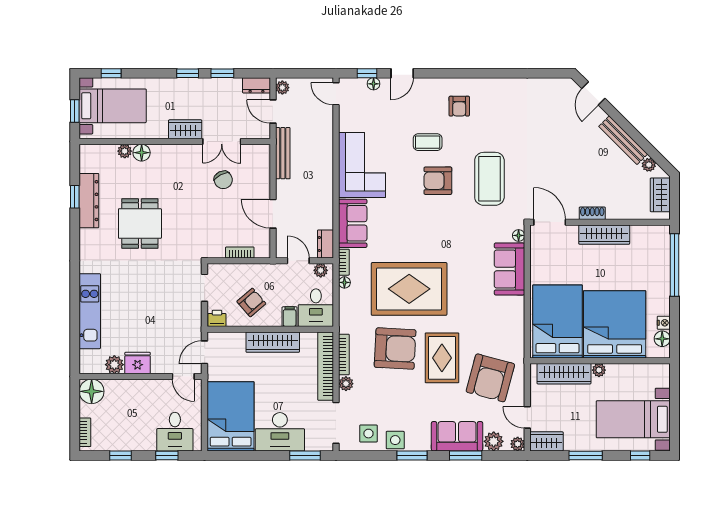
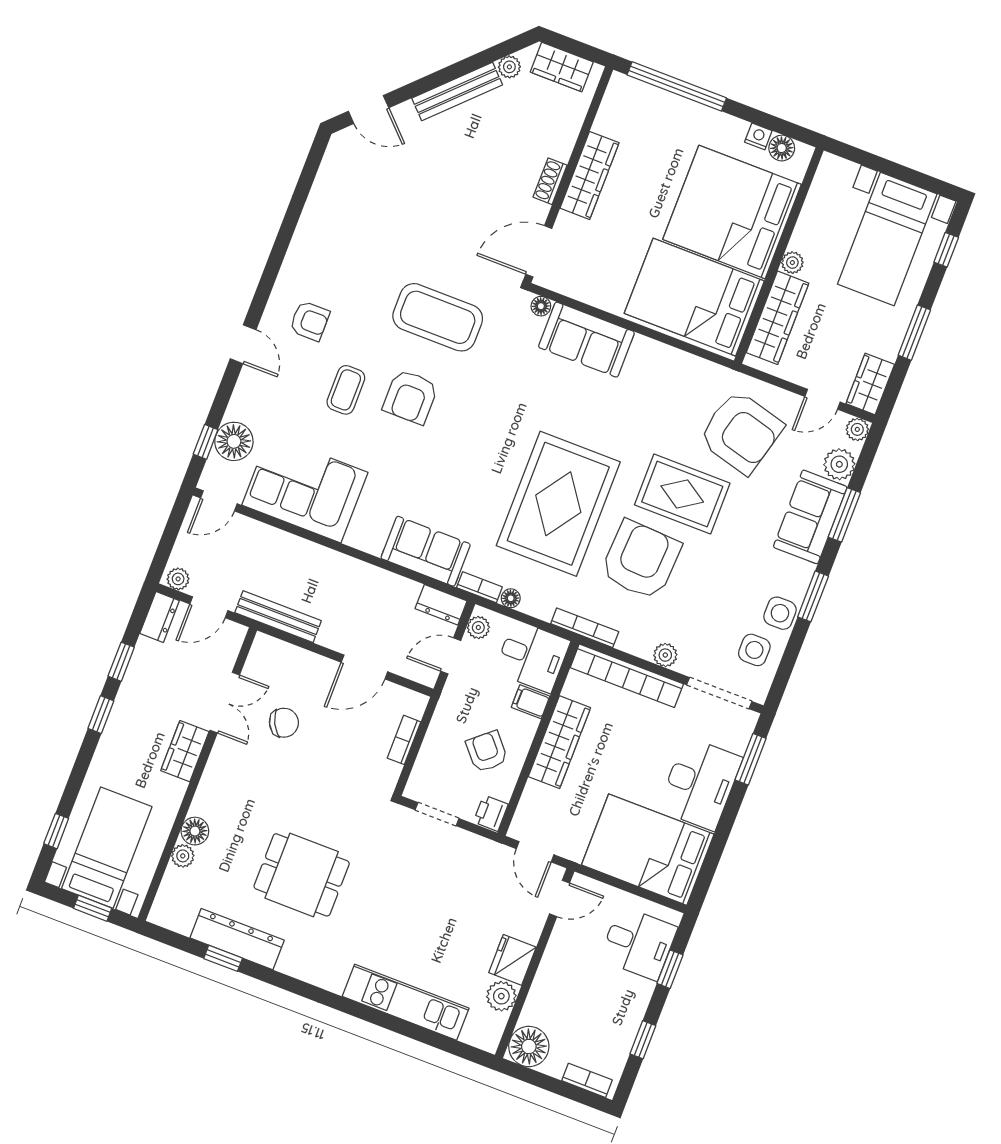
door: (402, 73) -> (243, 344), moved
floor lamp: (374, 84) -> (234, 441), width x1.89, depth x1.89
corner sofa: (362, 165) -> (305, 489), moved
bookcase: (344, 355) -> (585, 628), moved

